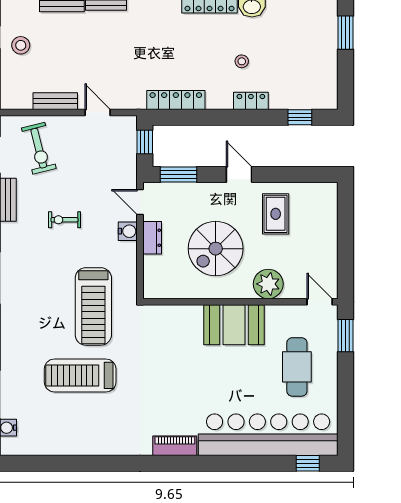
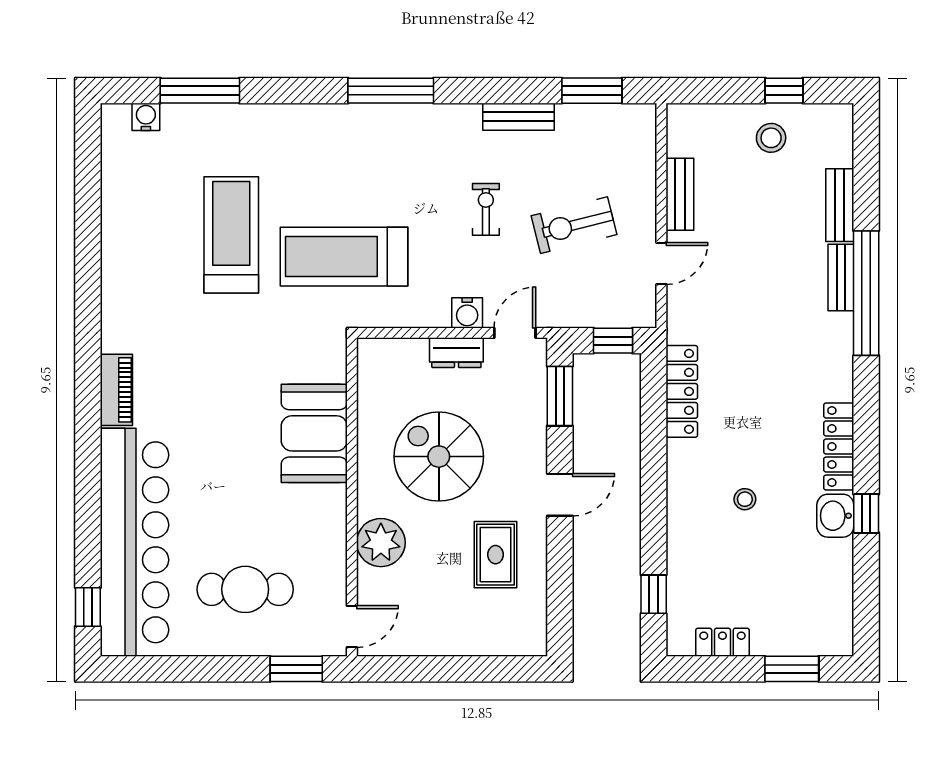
locker: (251, 101) -> (722, 642), moved, turned -90
exercise bike: (39, 148) -> (574, 225), moved
rug: (276, 214) -> (496, 555), turned 90
booth: (234, 325) -> (314, 433), moved

